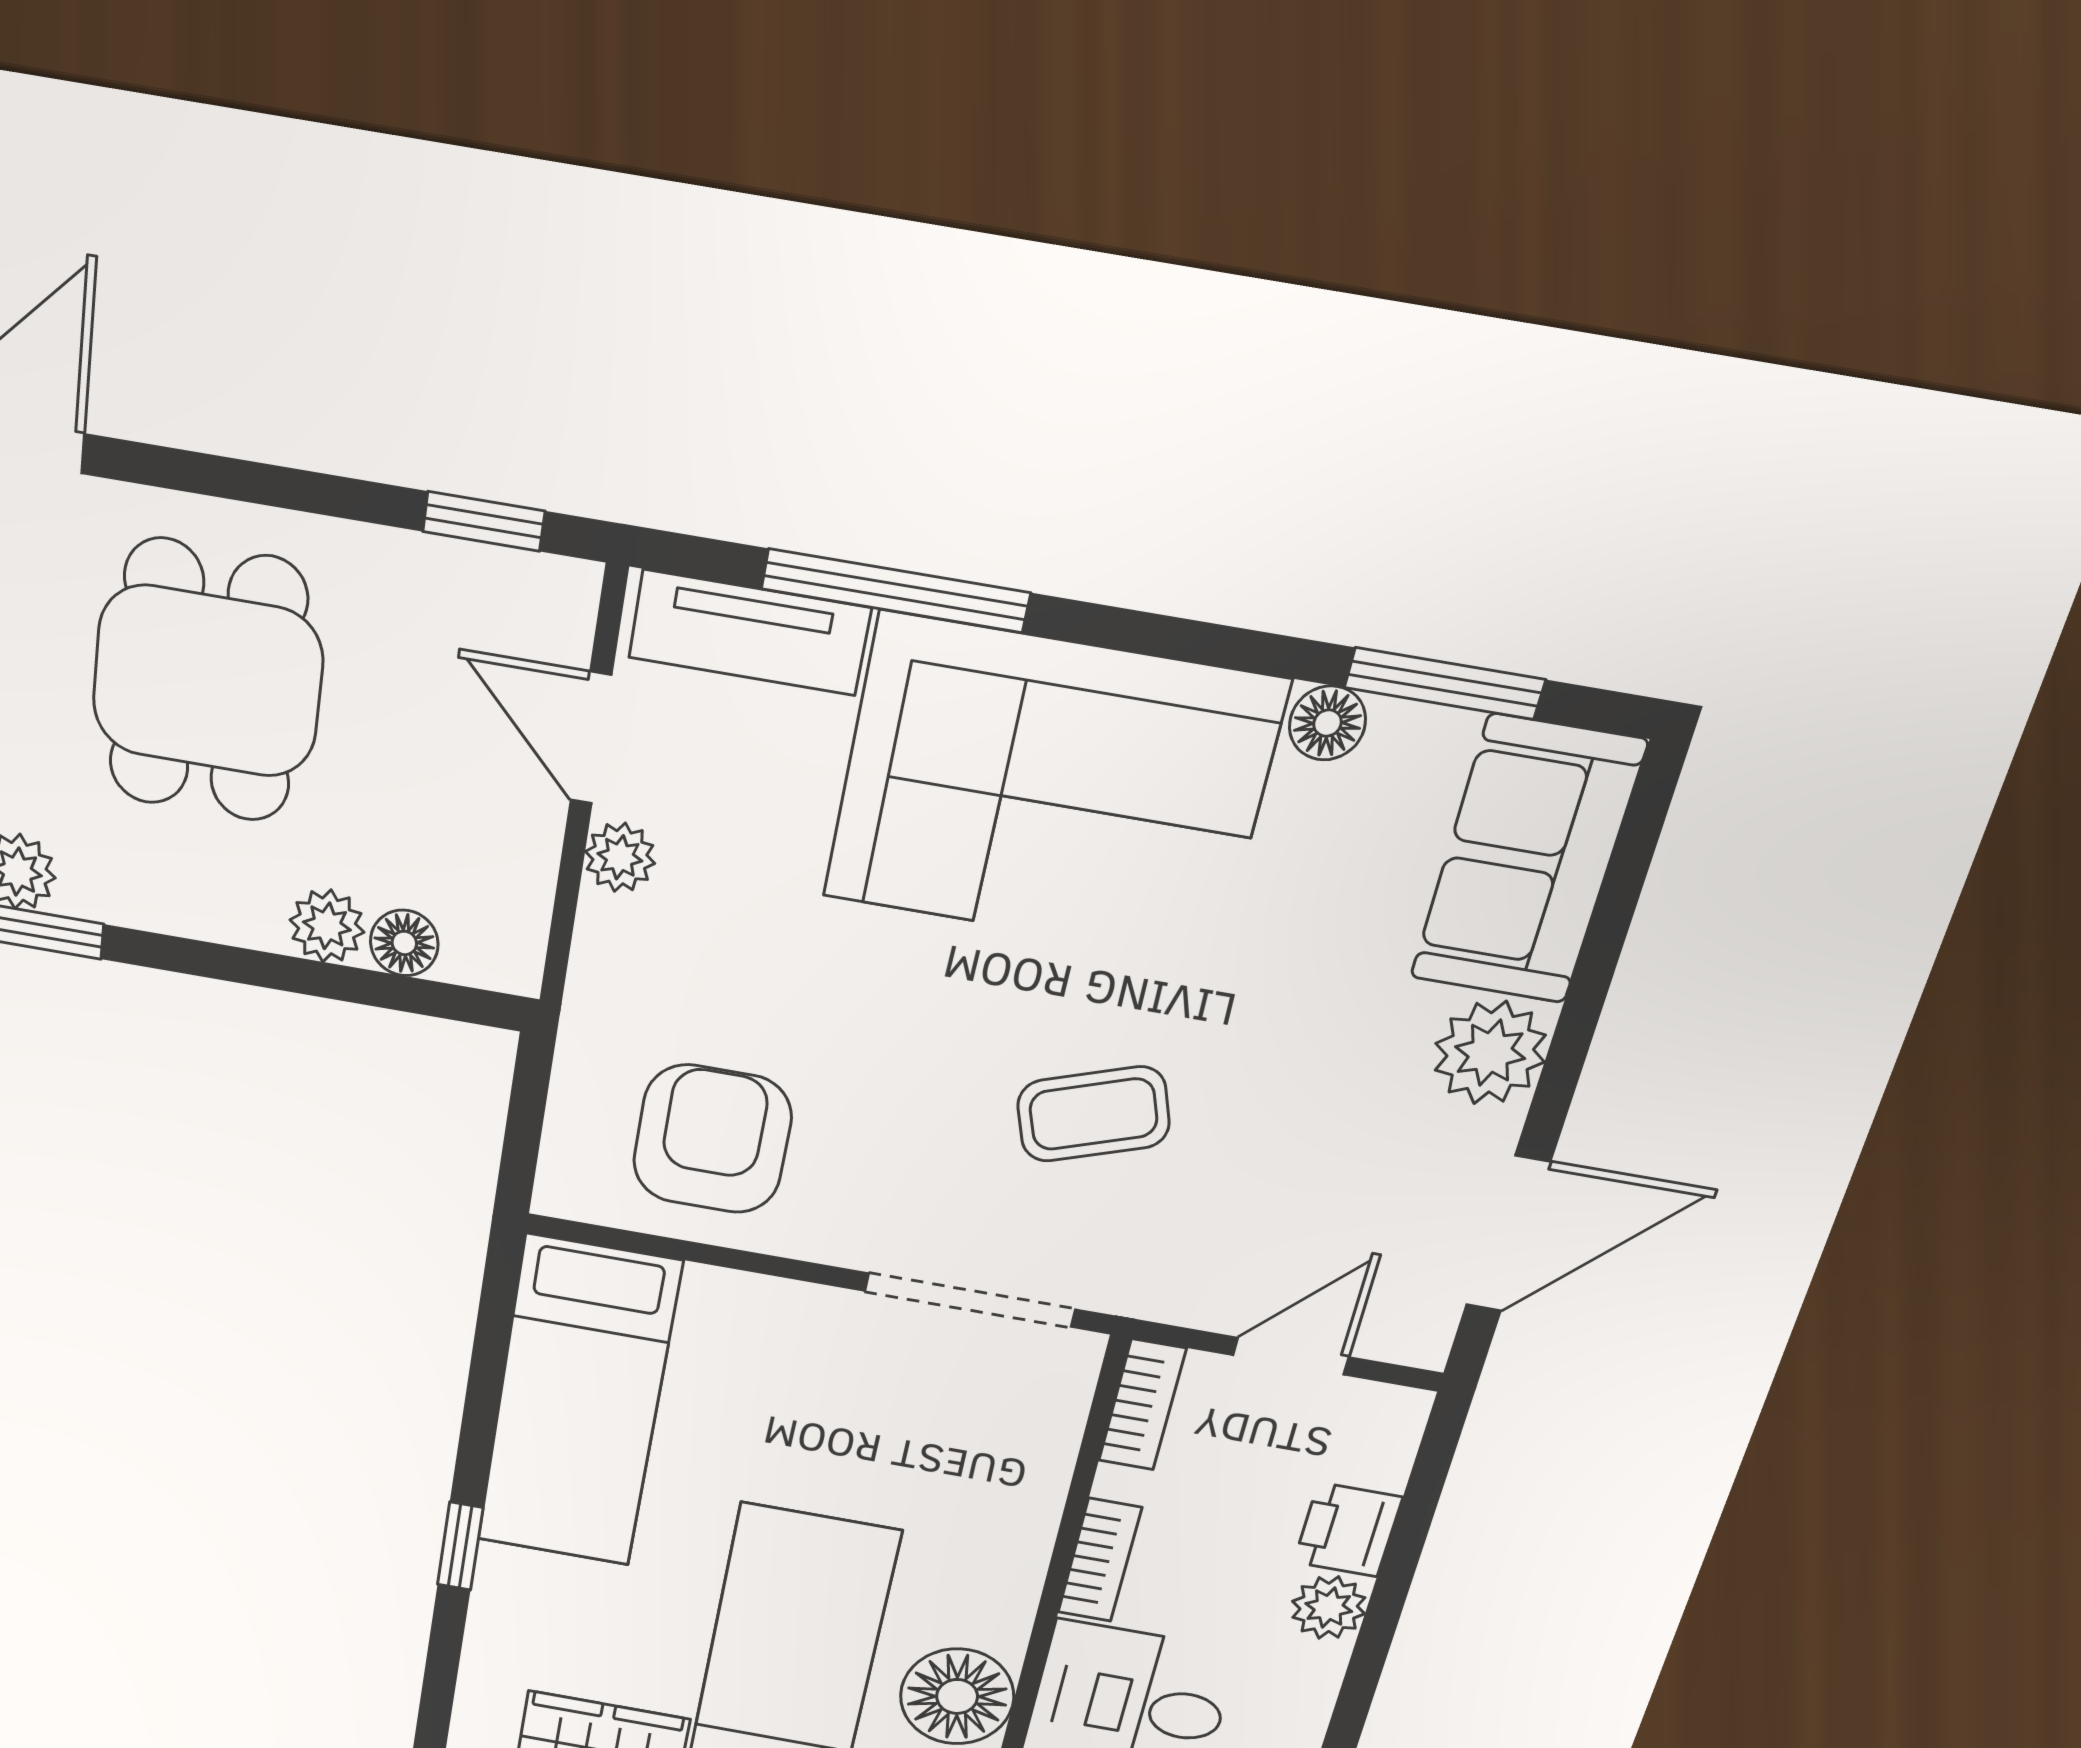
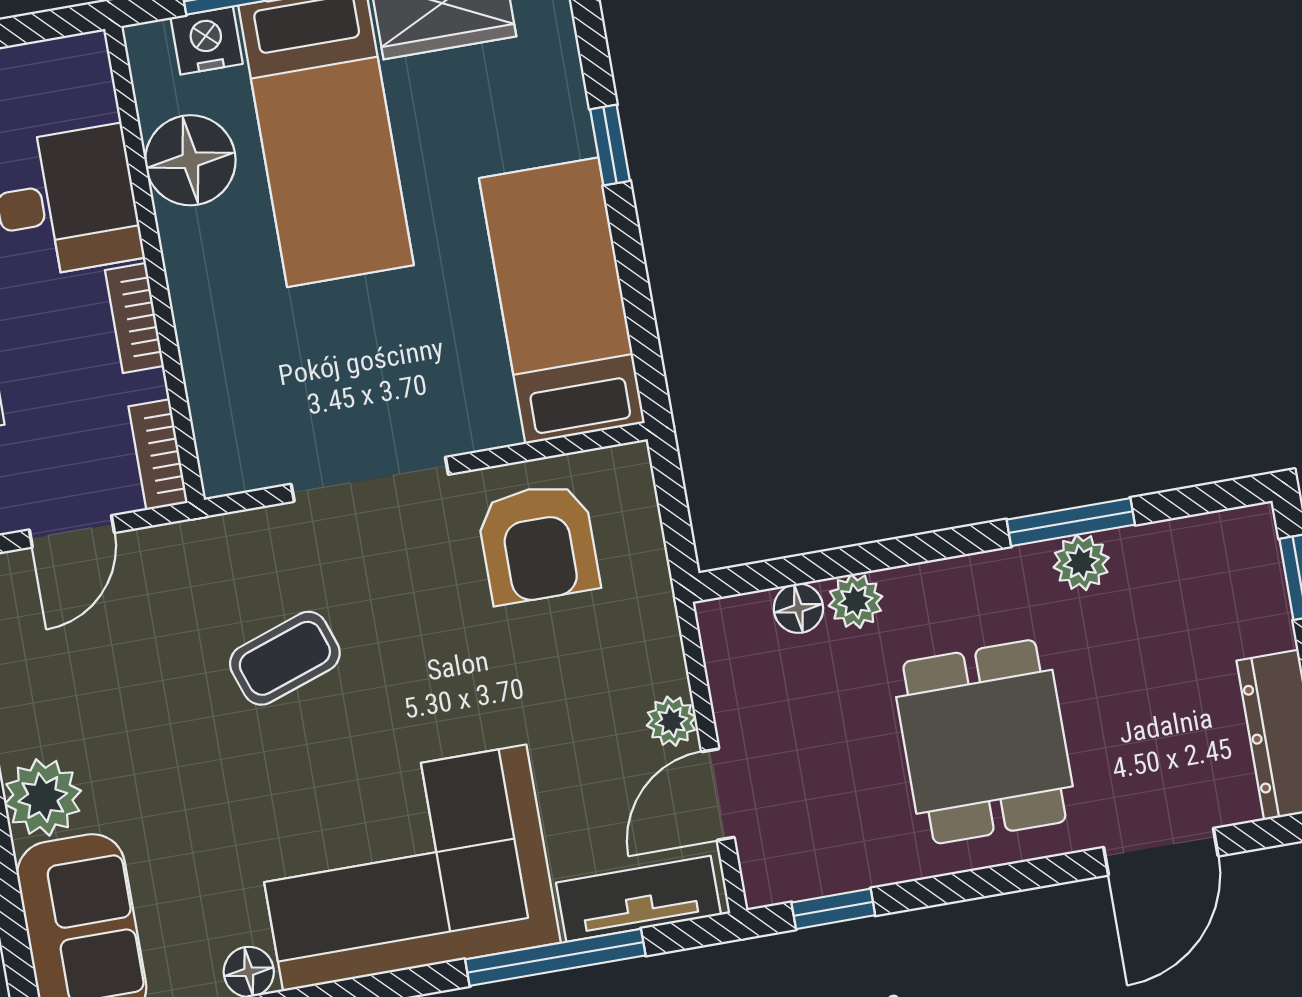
door: (591, 738) -> (718, 794), swing flipped
doorway: (970, 1300) -> (370, 479), moved

